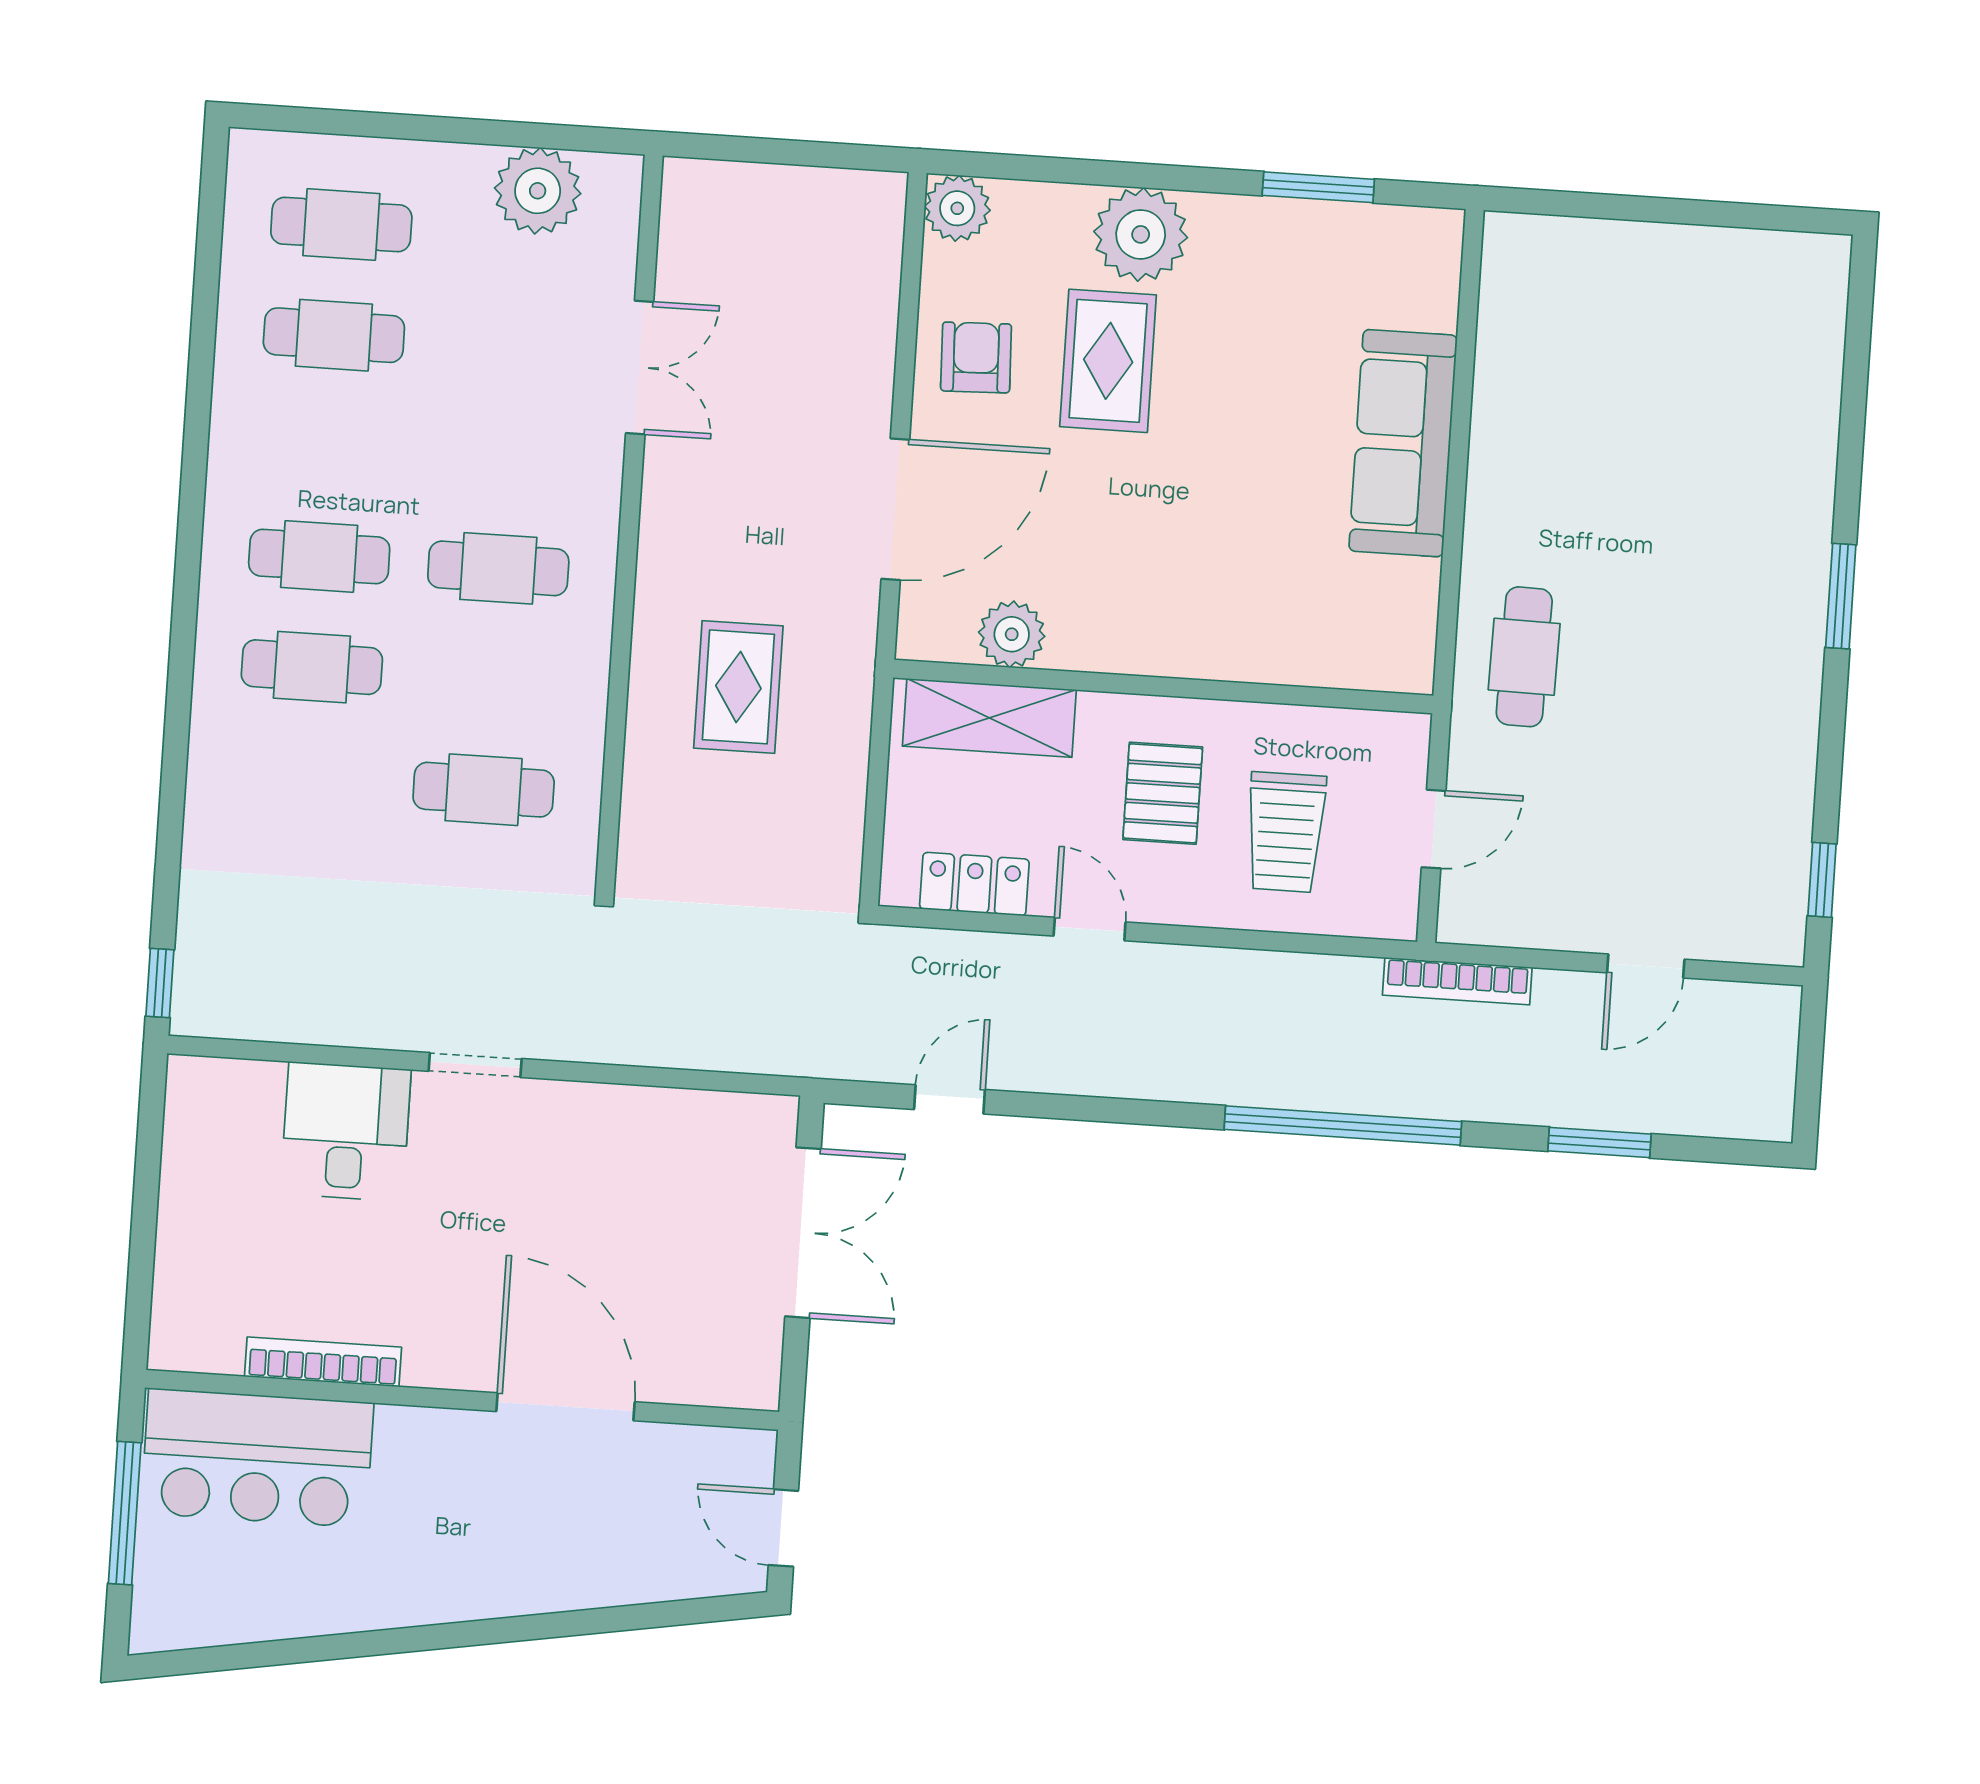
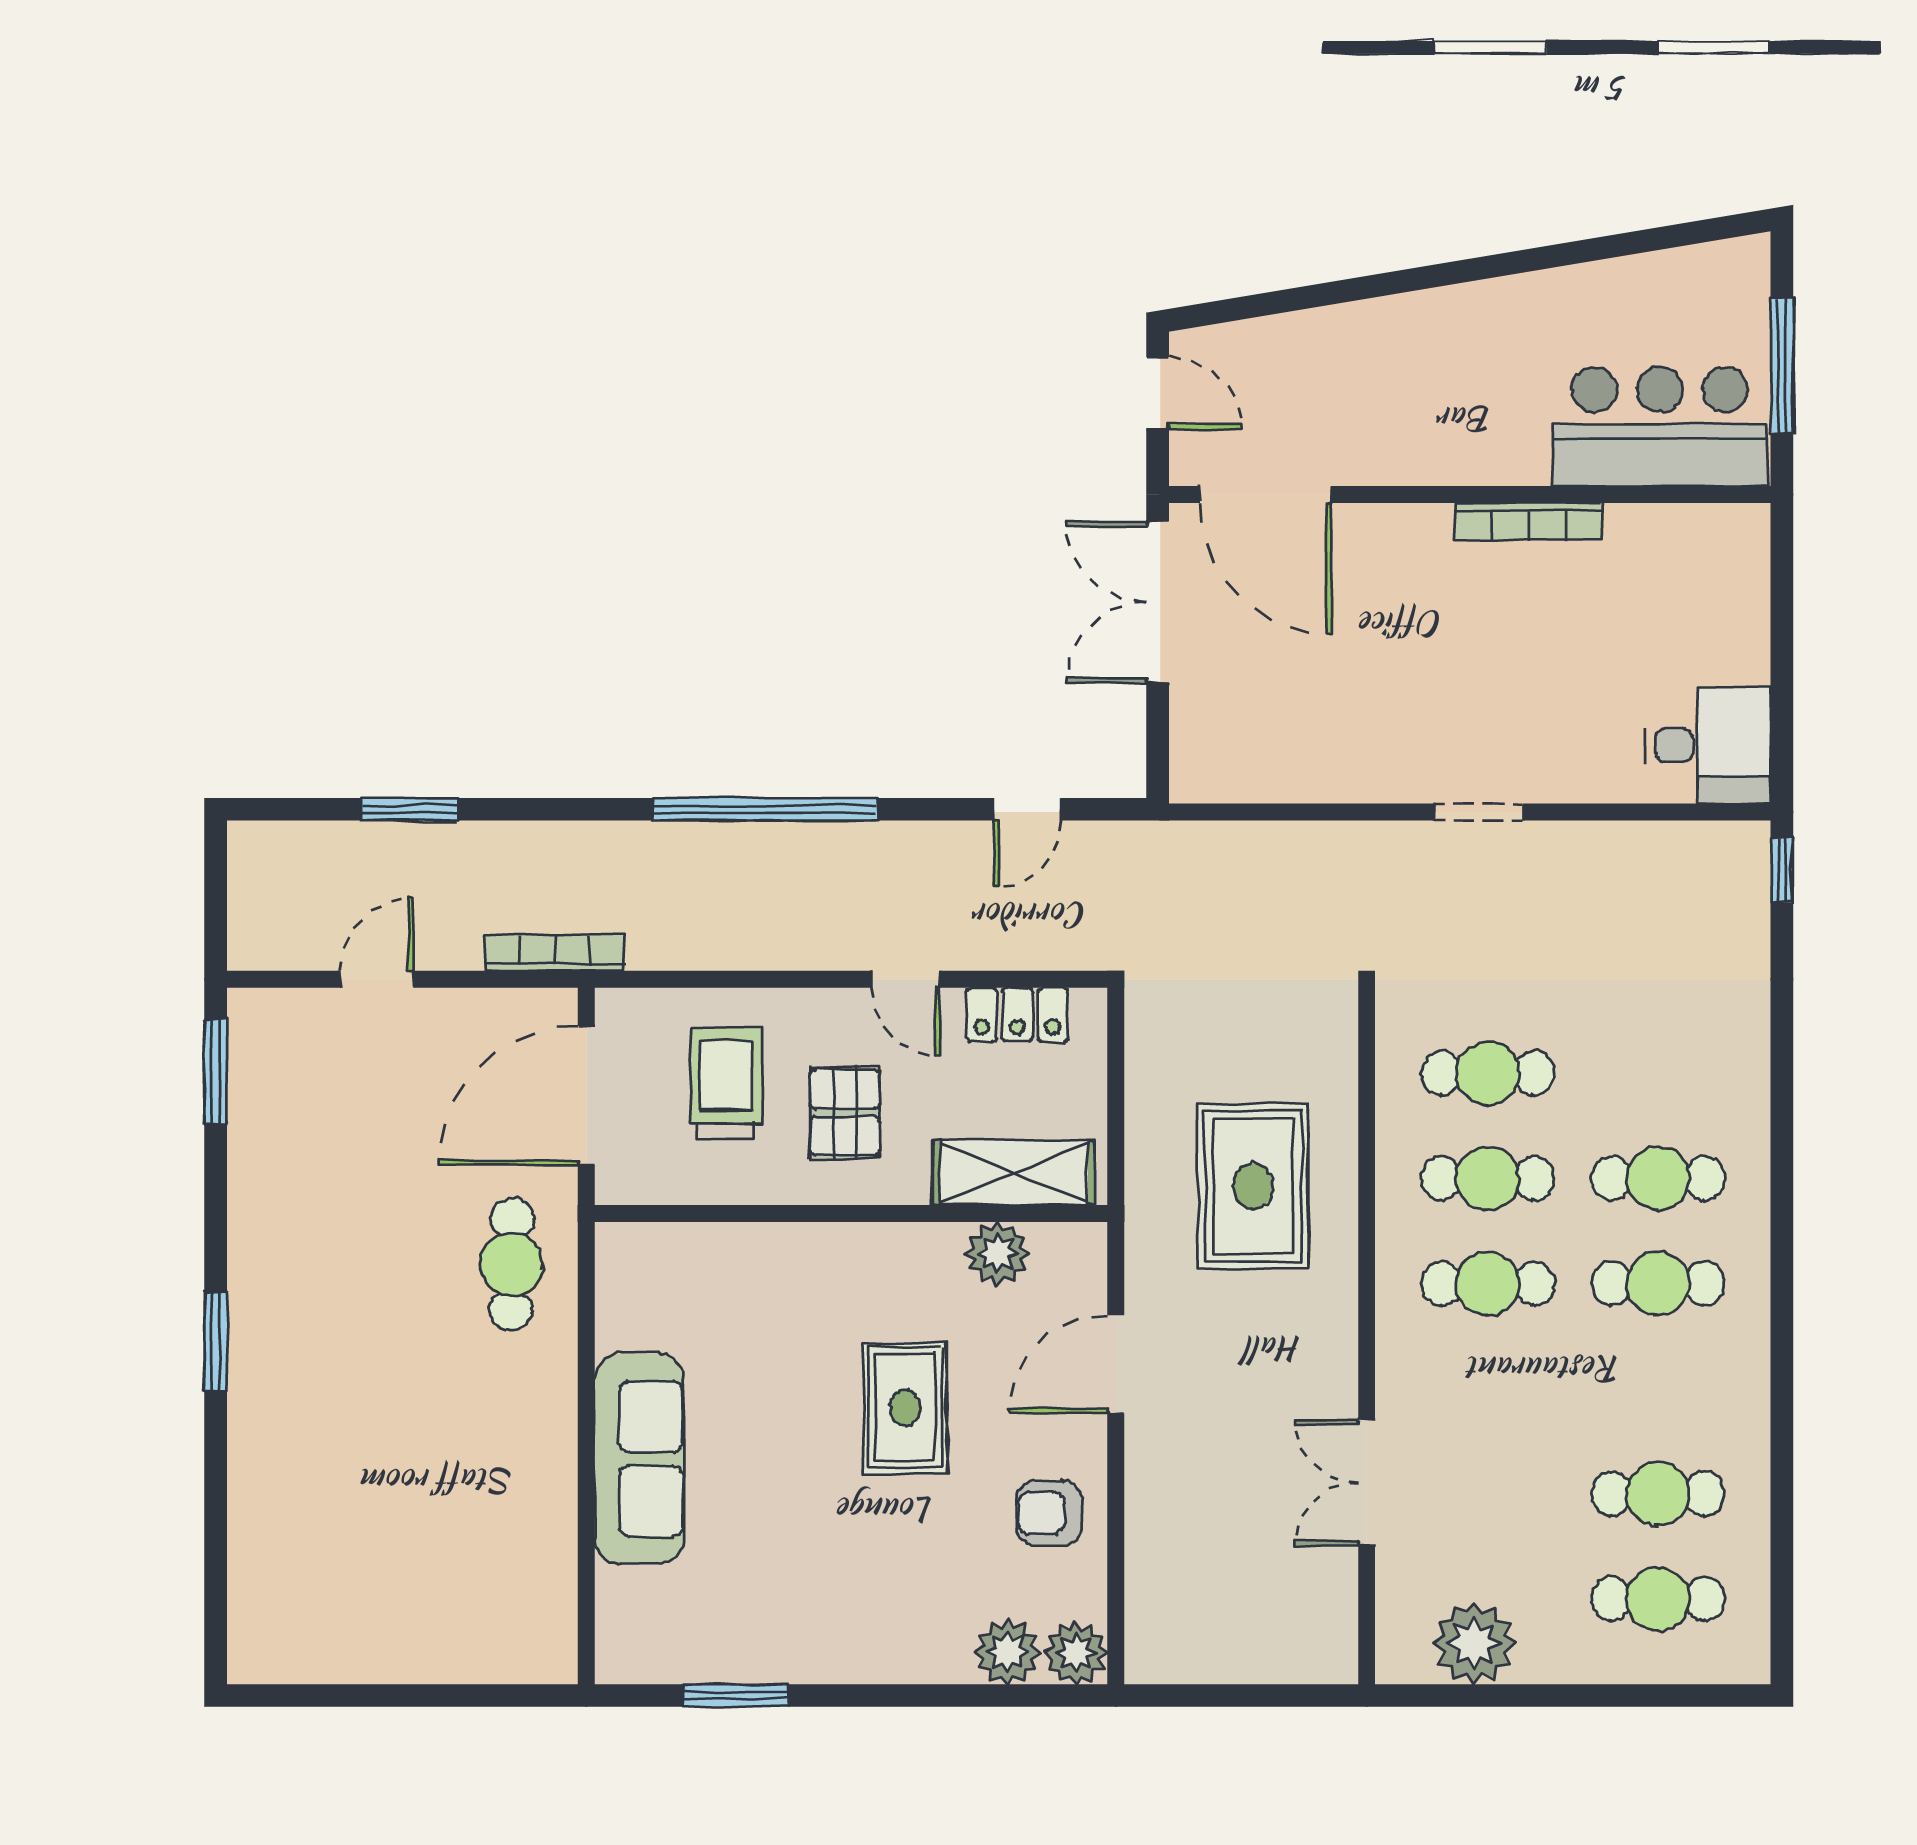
plant: (1141, 234) -> (1008, 1652), moved, width x0.73, depth x0.73
armchair: (976, 357) -> (1049, 1513), turned 92
rug: (1108, 361) -> (905, 1408), moved
door: (895, 509) -> (1116, 1364), width x0.73
cafe table: (491, 679) -> (1488, 1178), added
rug: (738, 687) -> (1253, 1186), width x1.36, depth x1.43
door: (1434, 829) -> (586, 1096), width x1.88
window: (1822, 880) -> (216, 1072), width x1.50
window: (1343, 1126) -> (765, 809), moved
desk: (346, 1132) -> (1708, 745), moved, turned -90
double door: (803, 1233) -> (1158, 602), moved
bookcase: (323, 1362) -> (1528, 522), moved
door: (566, 1407) -> (1265, 494), moved

